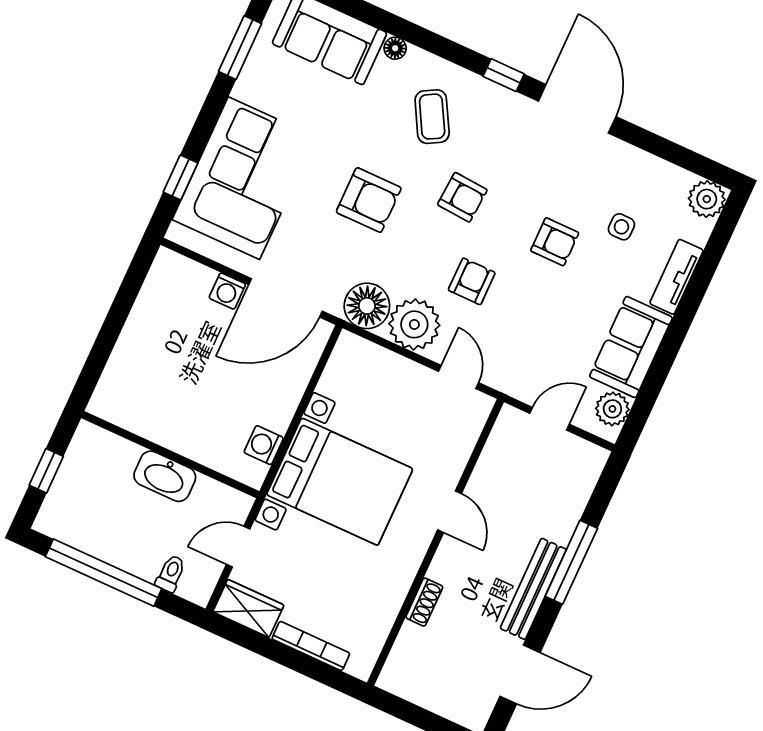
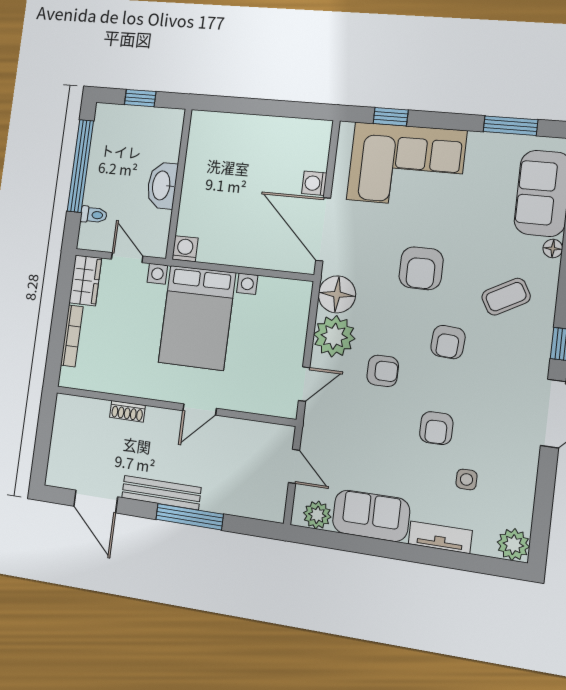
washing machine: (264, 445) -> (185, 249), moved

